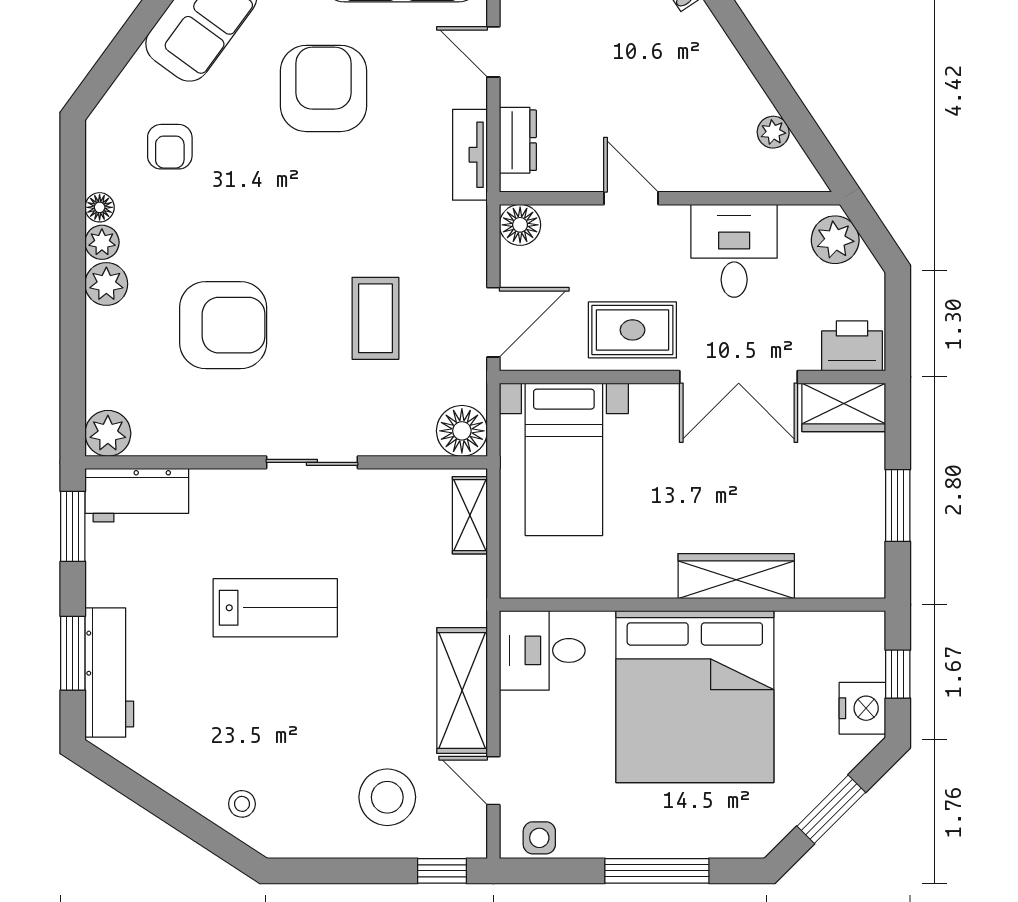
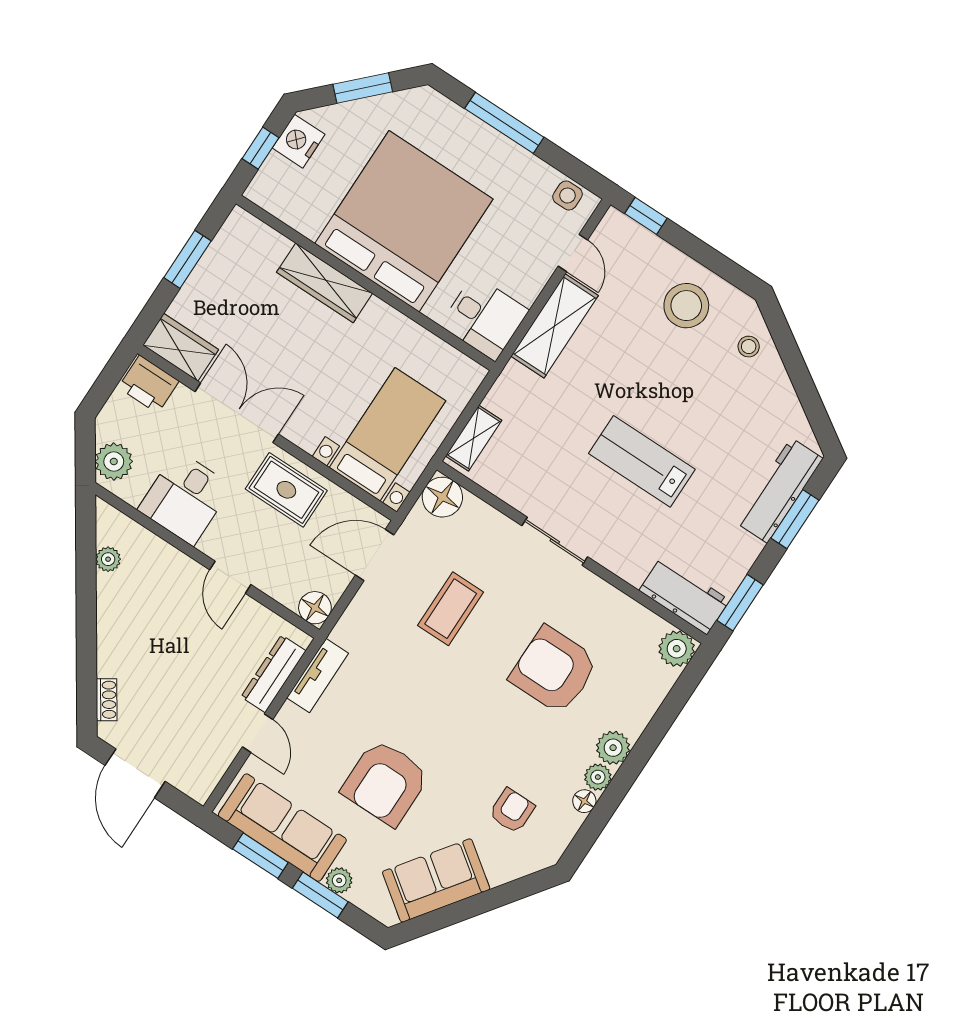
dresser: (518, 140) -> (273, 674), width x1.44
stool: (387, 797) -> (686, 306), moved

